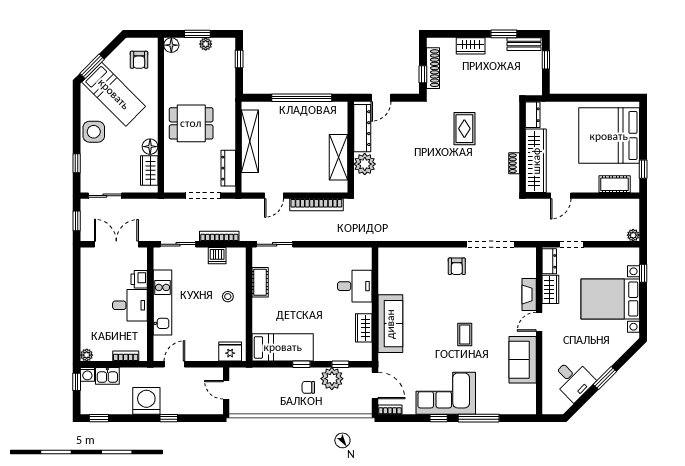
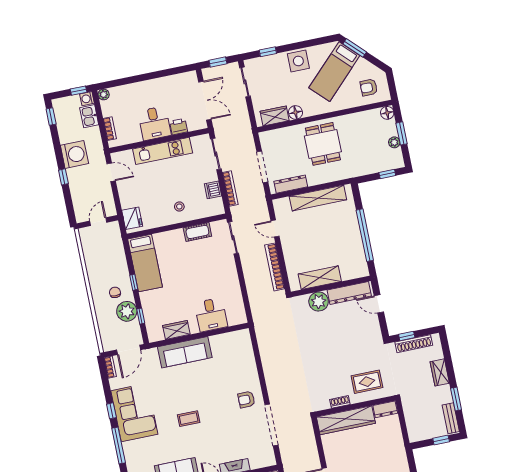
dresser: (533, 115) -> (385, 409), moved
wall: (522, 147) -> (355, 406), moved
wardrobe: (536, 161) -> (346, 420), moved
shoe rack: (514, 163) -> (340, 402), moved

